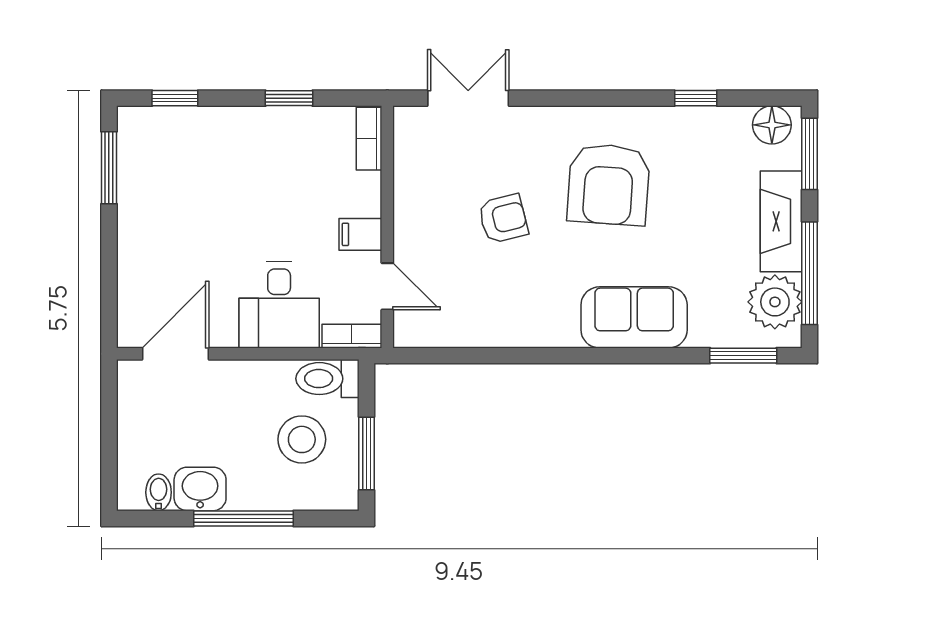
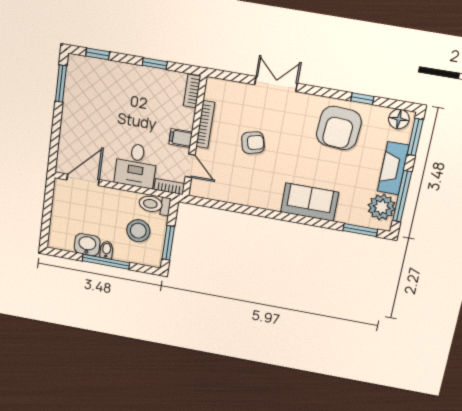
double door: (468, 98) -> (276, 84), moved
armchair: (608, 184) -> (339, 128), moved
bookcase: (405, 199) -> (205, 124), added
bidet: (159, 492) -> (107, 250), moved

